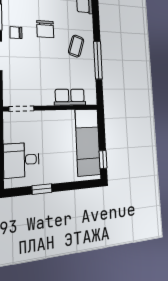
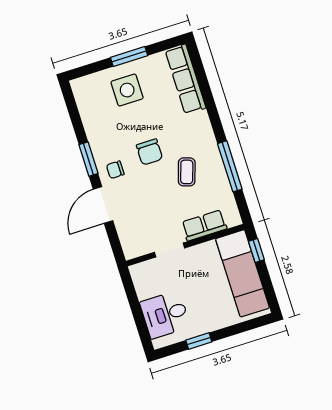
coffee table: (76, 46) -> (187, 172), moved
doorway: (21, 109) -> (170, 250), moved
window: (103, 160) -> (256, 250), moved

